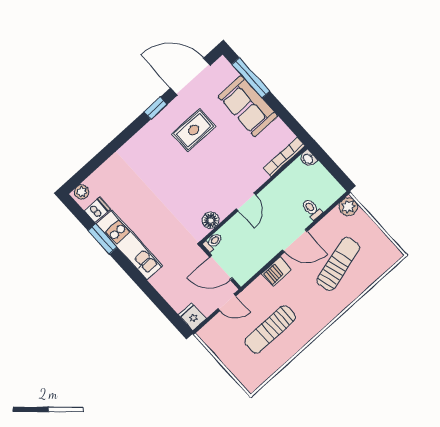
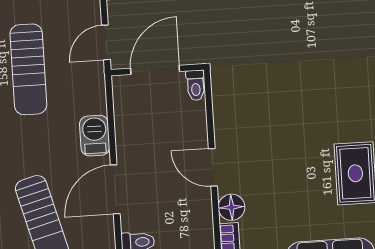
floor lamp: (211, 220) -> (232, 207), moved
sun lounger: (270, 330) -> (28, 69), turned 180

